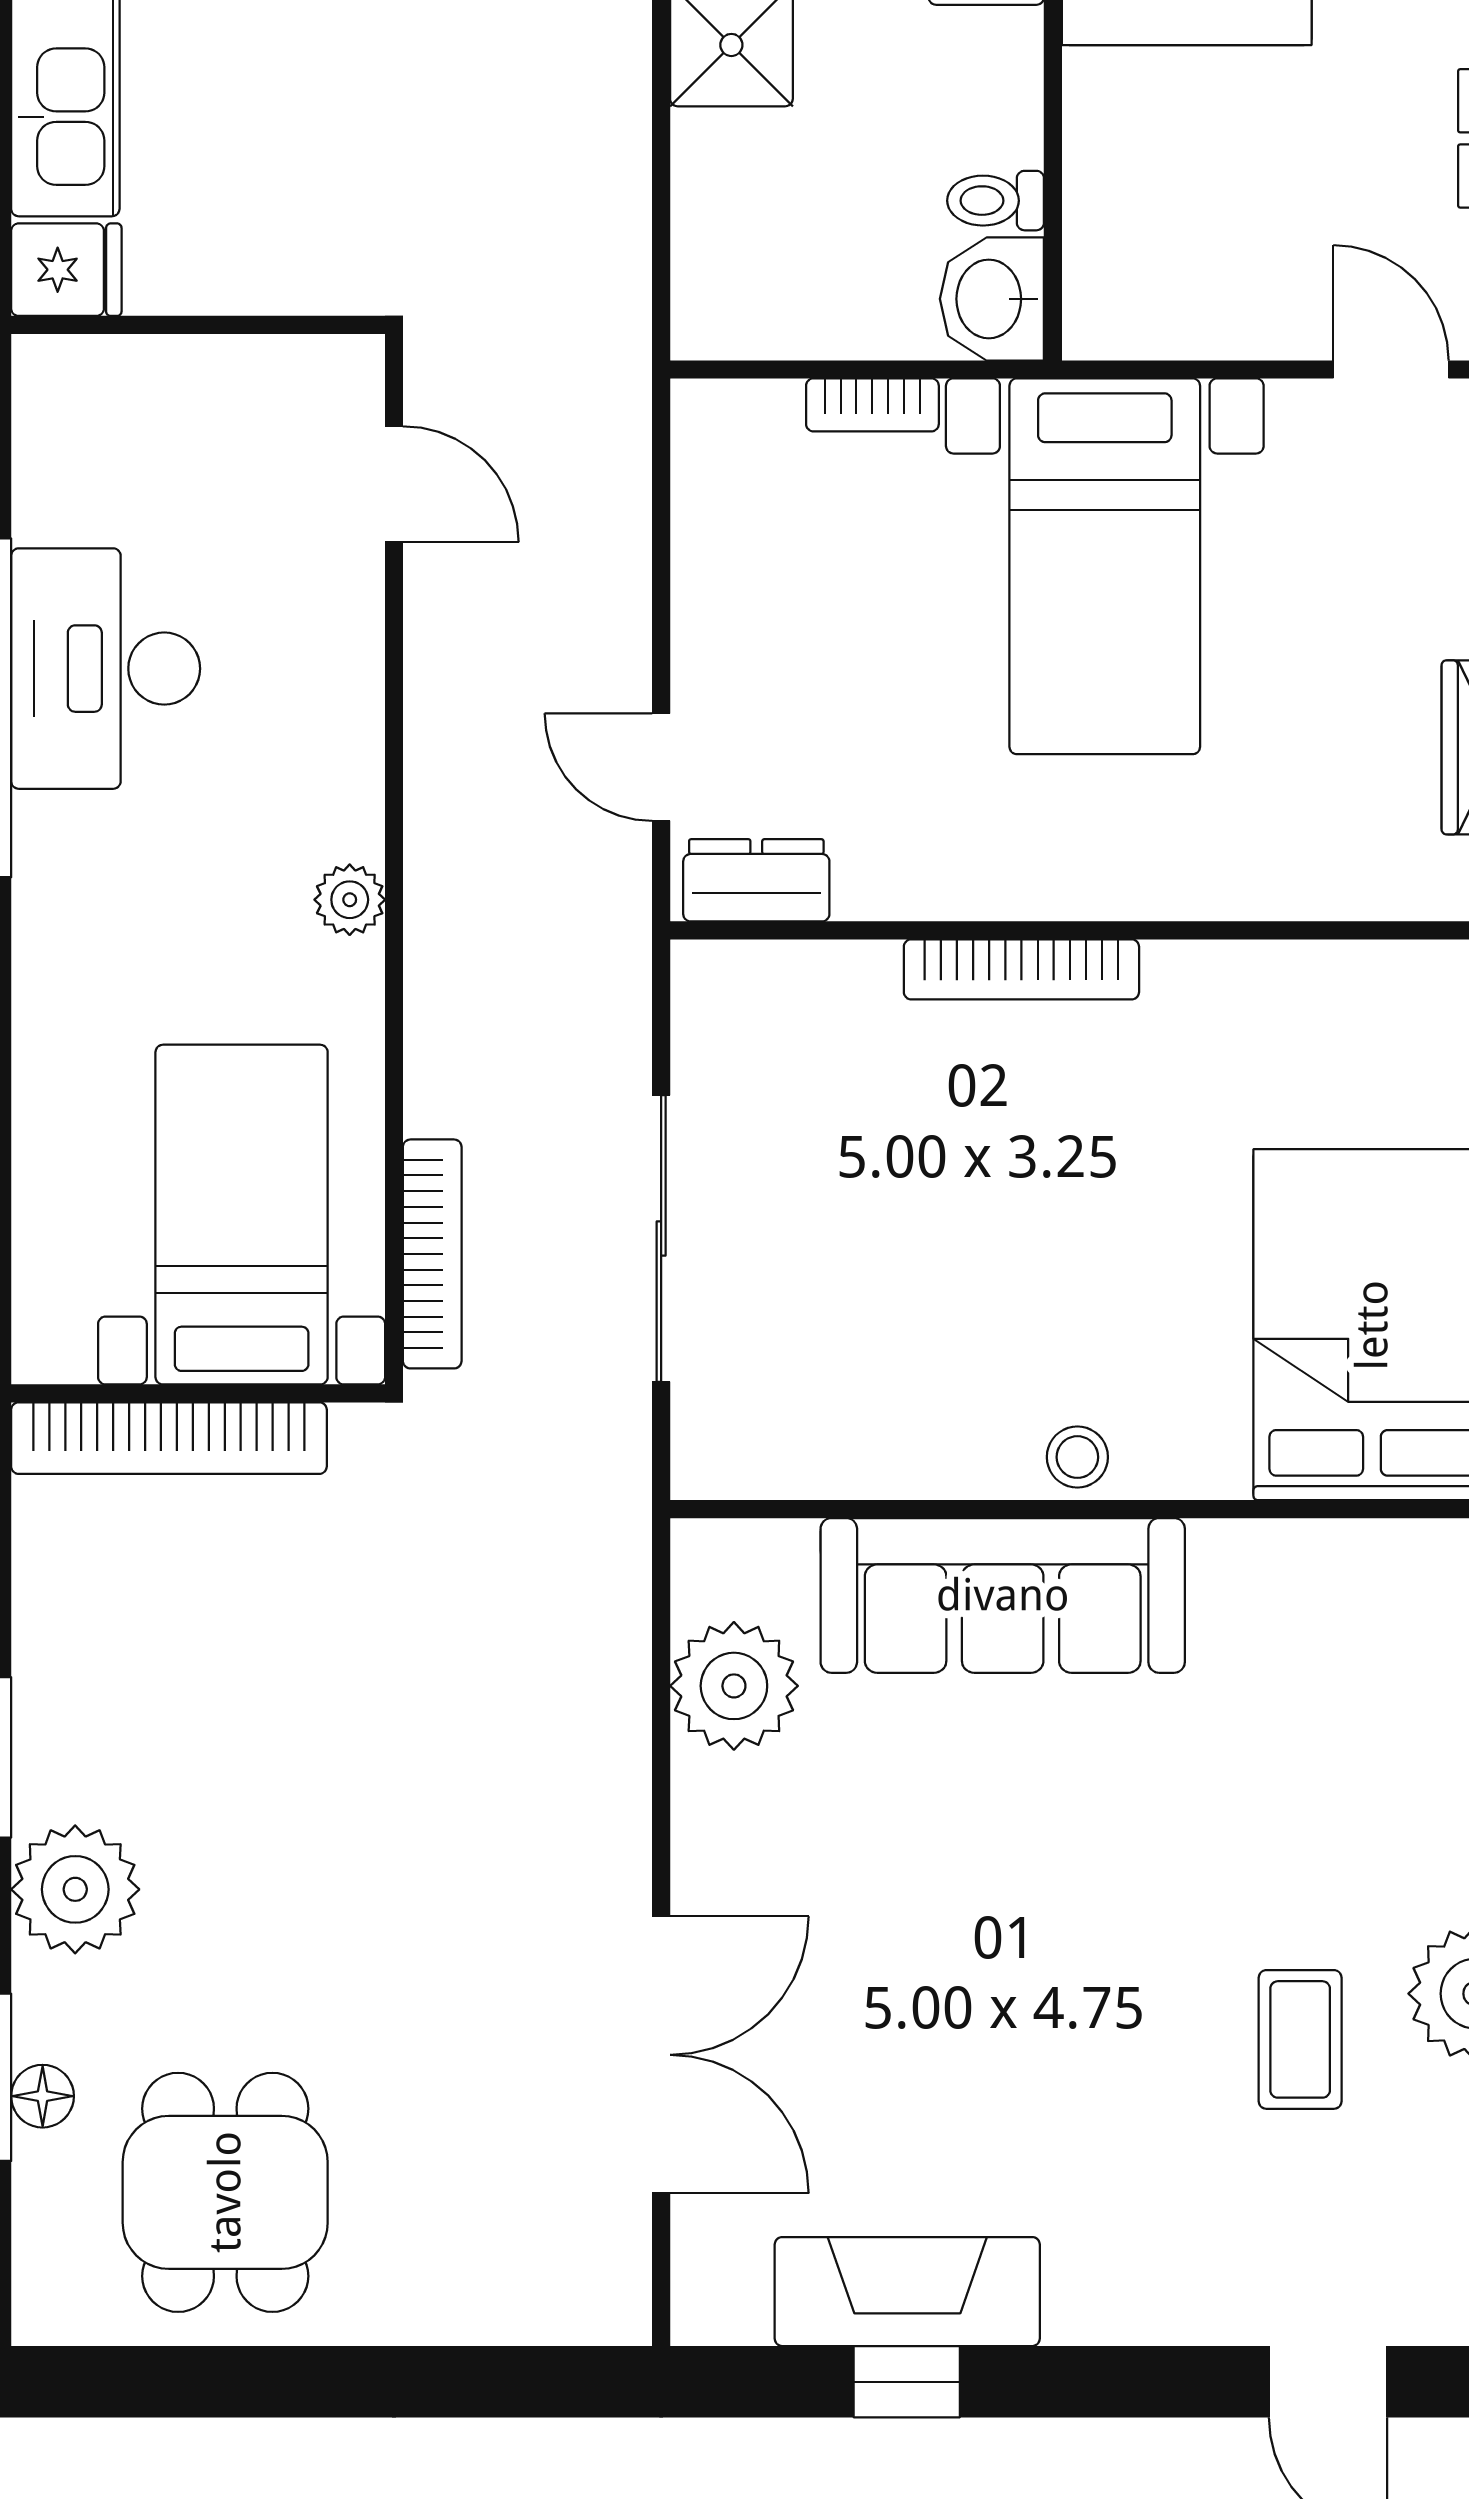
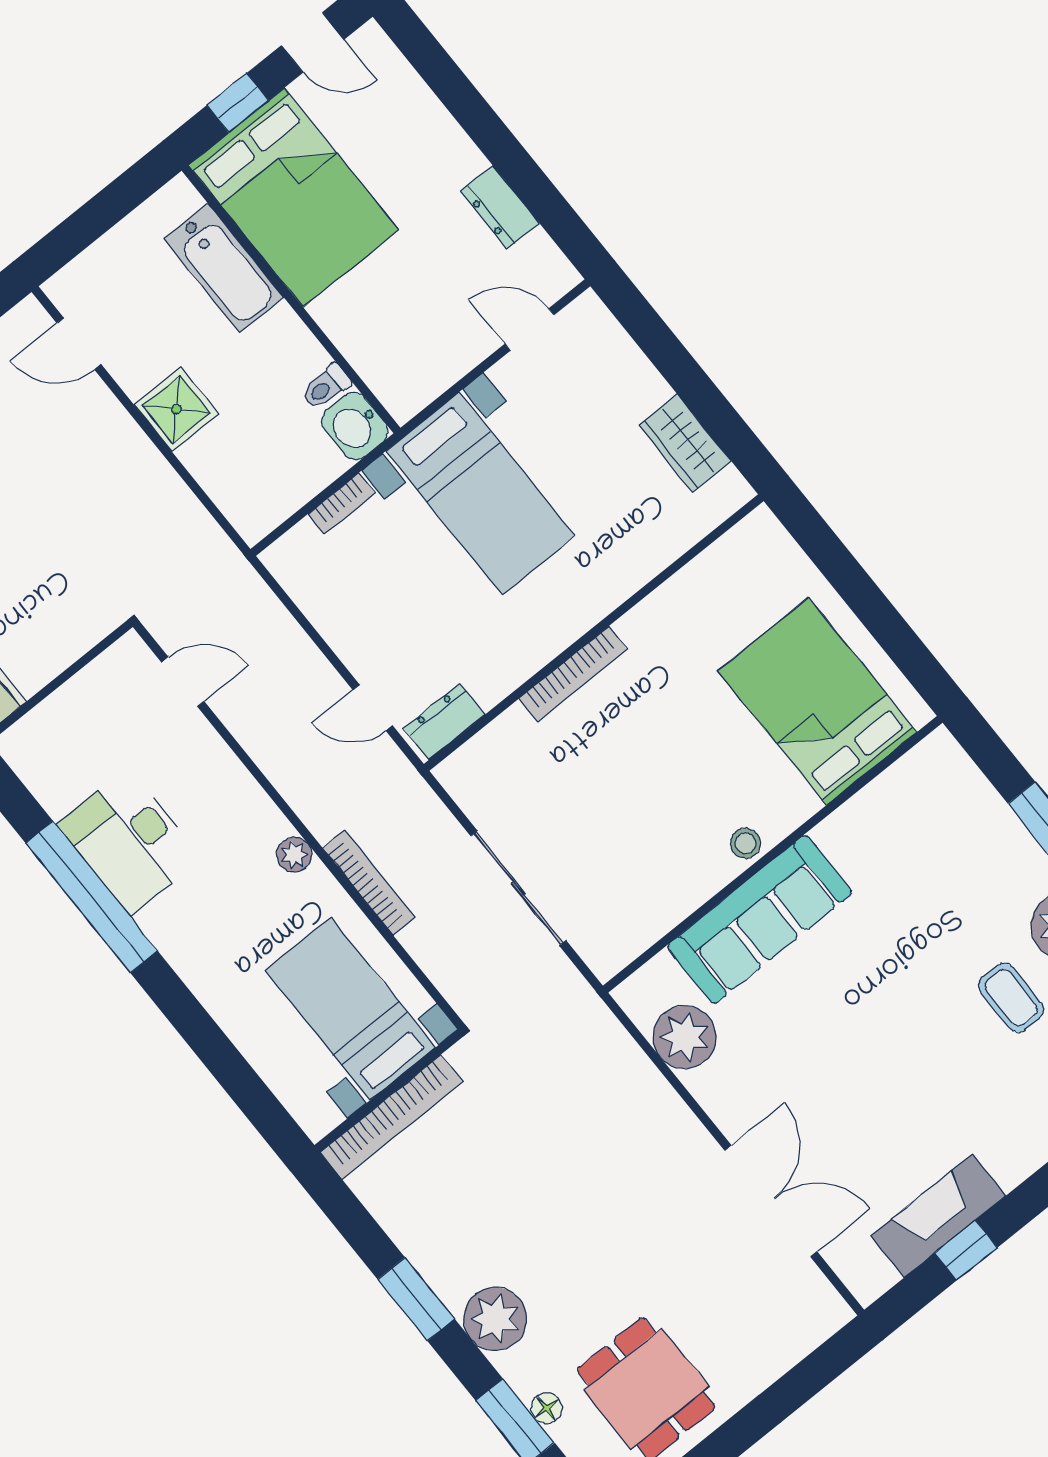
bookcase: (432, 1254) -> (369, 883), moved

